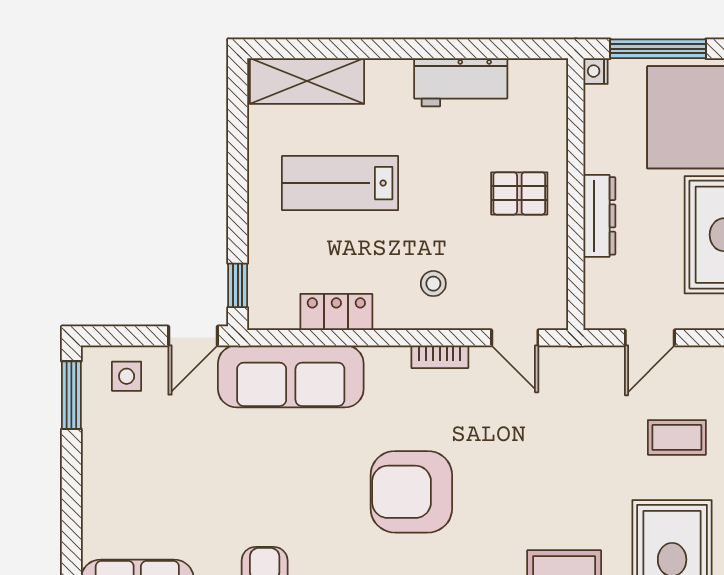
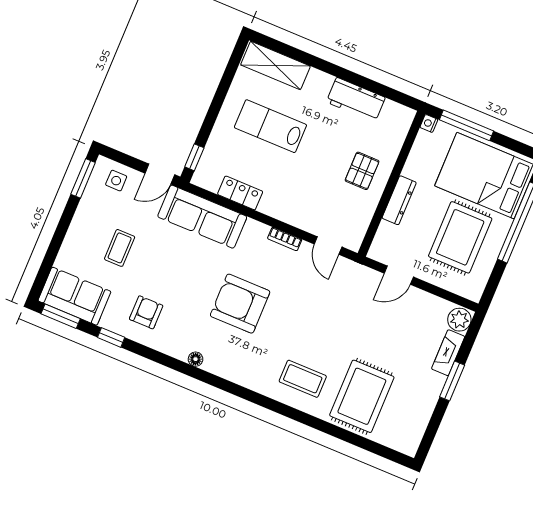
pallet: (519, 193) -> (362, 171), turned 90
stool: (433, 284) -> (297, 199), removed
coffee table: (677, 437) -> (120, 248), moved, turned 90

